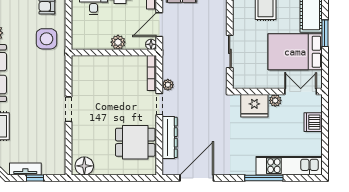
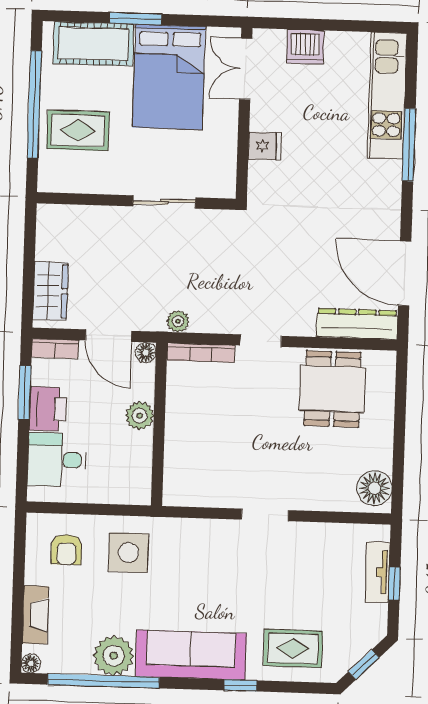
plant: (168, 85) -> (178, 321), moved
plant: (275, 100) -> (261, 118), removed
fridge: (254, 106) -> (265, 146), width x0.53, depth x0.75
dresser: (170, 137) -> (357, 324), moved
tv unit: (25, 169) -> (378, 572), moved

